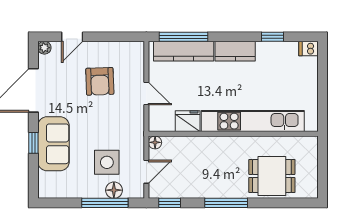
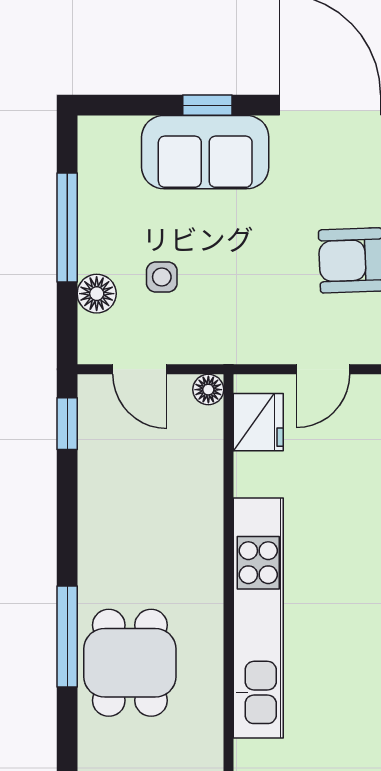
fridge: (188, 121) -> (258, 422), moved
side table: (107, 162) -> (162, 277), width x0.54, depth x0.54
window: (105, 203) -> (67, 228), moved
window: (226, 203) -> (67, 636), moved

